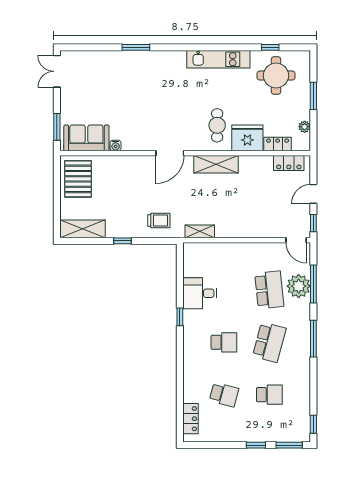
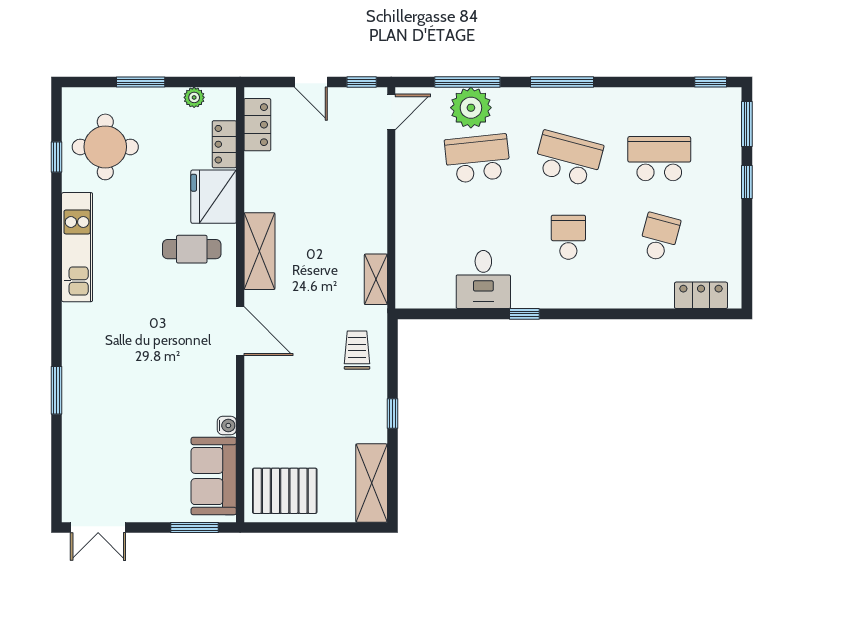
school desk: (269, 395) -> (659, 159), width x1.85

